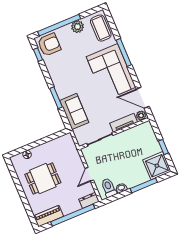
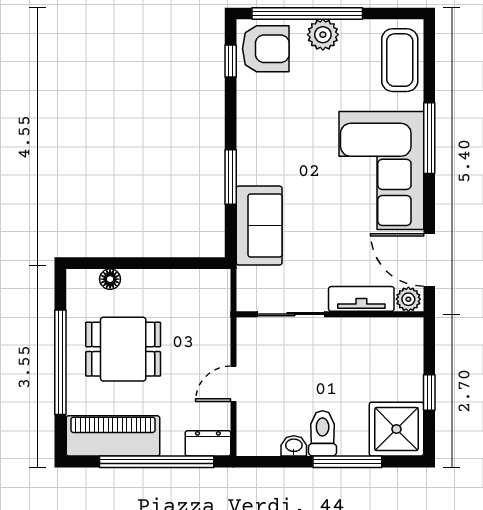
plant: (78, 27) -> (323, 35), moved
toilet: (109, 188) -> (323, 433), moved
window: (22, 193) -> (60, 362), added
piano: (49, 216) -> (113, 436), width x1.37, depth x1.33

